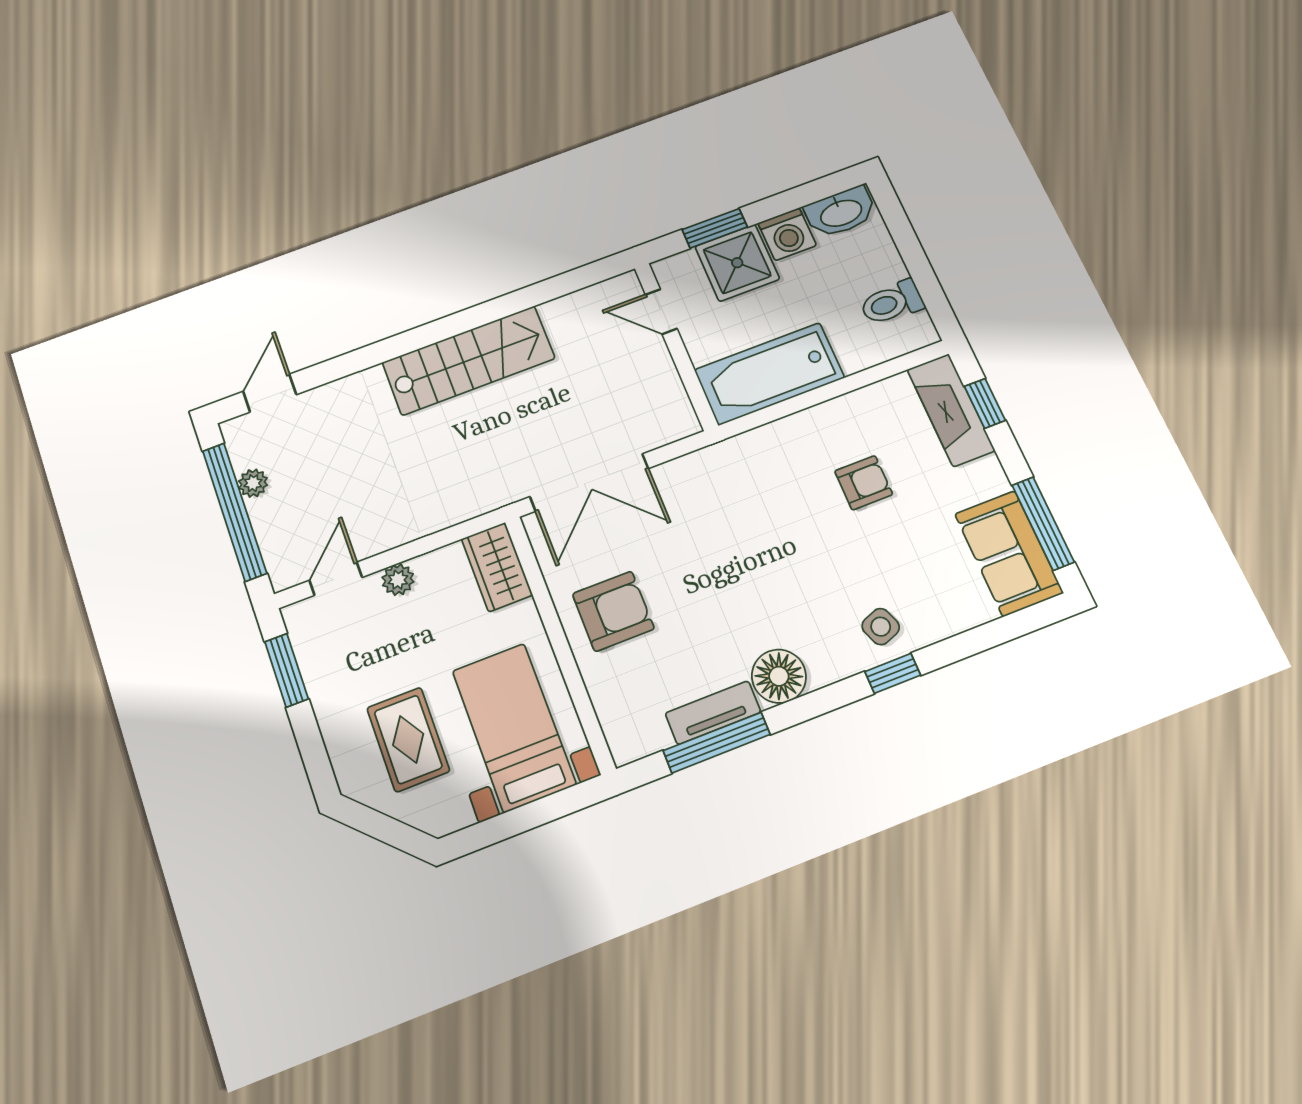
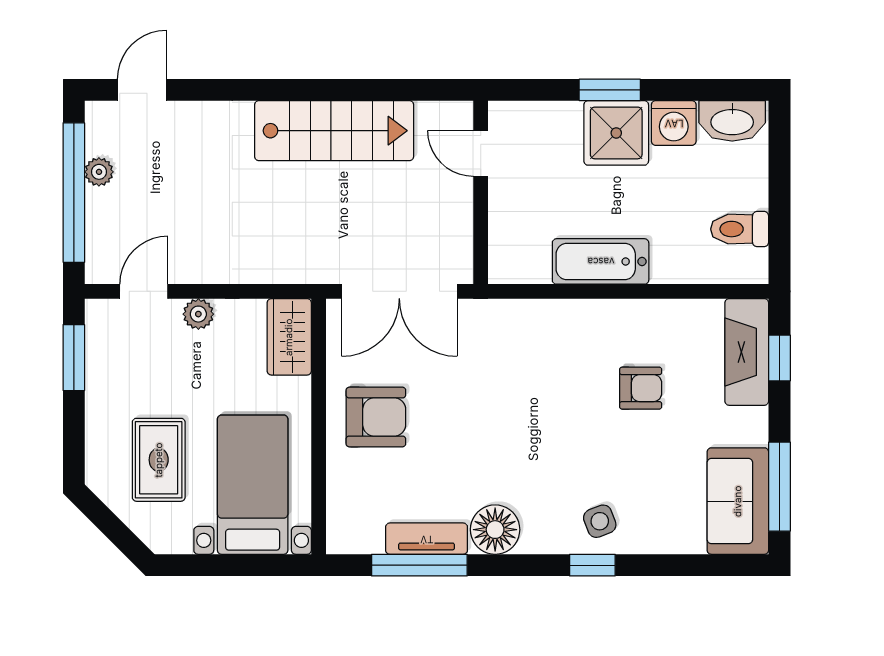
door: (661, 312) -> (481, 153), moved
wall: (676, 346) -> (481, 192), moved
bathtub: (769, 374) -> (601, 261), width x0.73, depth x0.73

